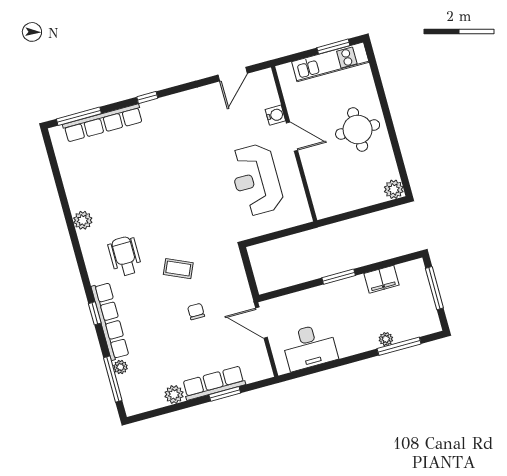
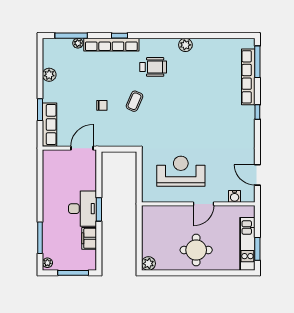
water cooler: (275, 115) -> (235, 196), moved
plant: (386, 339) -> (47, 263), moved
desk: (310, 347) -> (83, 209), moved, turned 180
row of seats: (214, 383) -> (49, 124), moved

